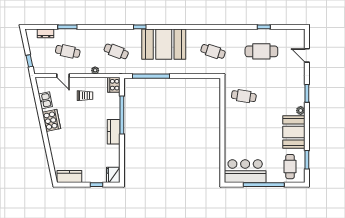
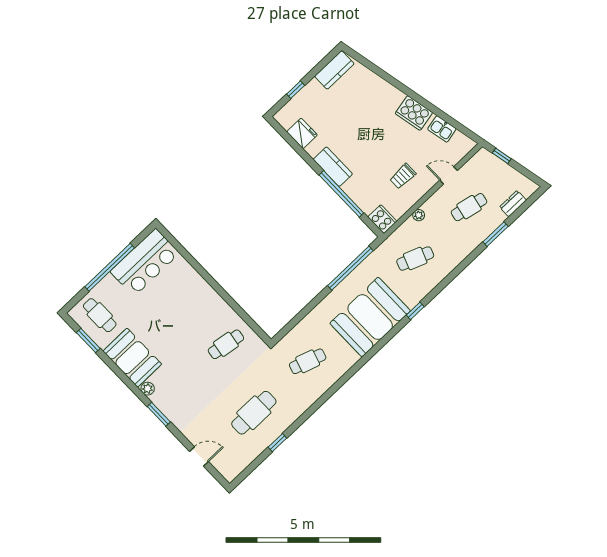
fridge: (113, 175) -> (302, 133), moved

